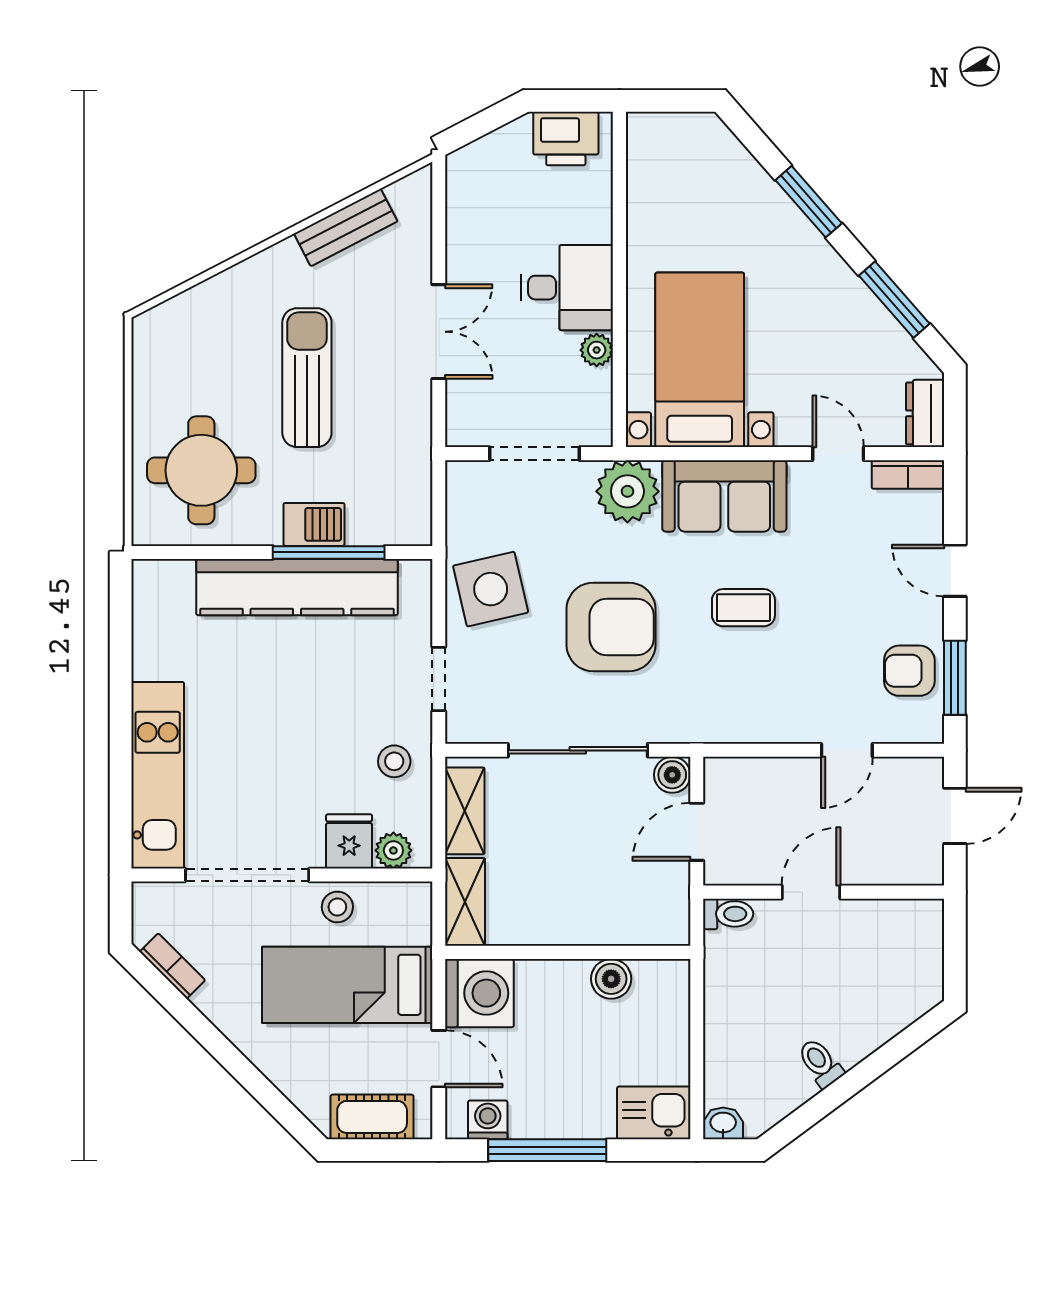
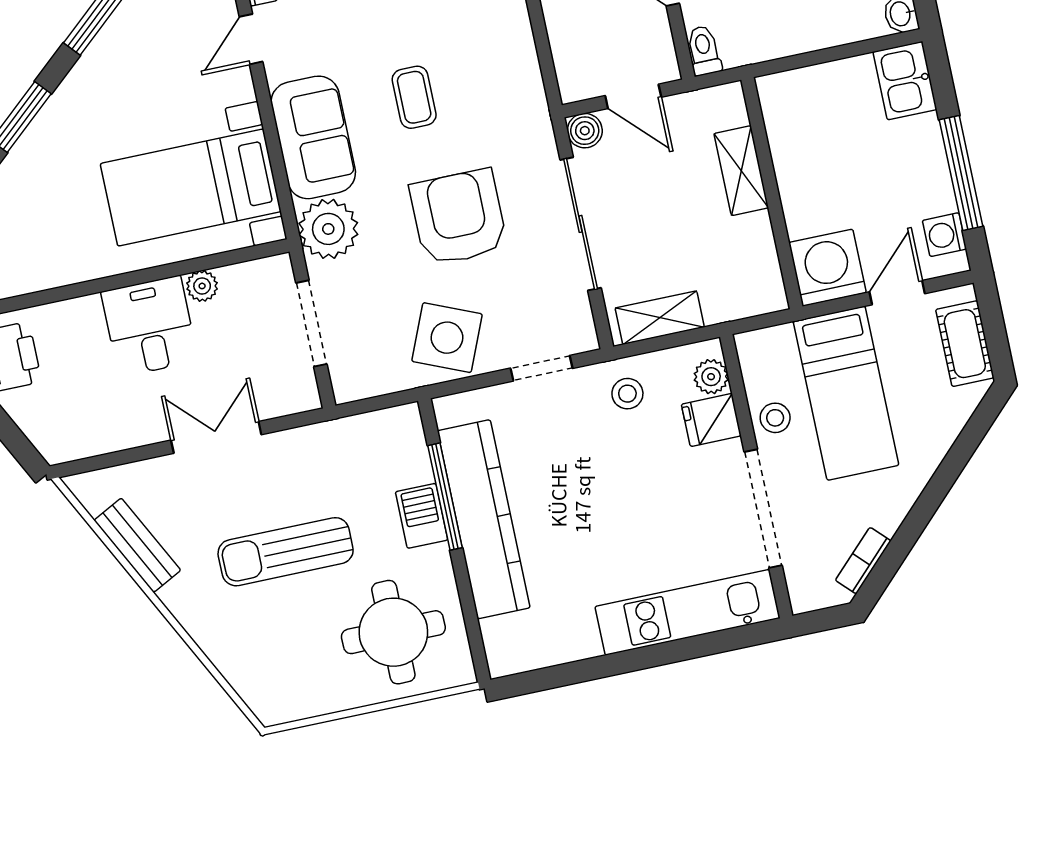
side table: (491, 589) -> (447, 338), turned 36
shelving: (465, 902) -> (741, 171), moved, turned 90
boiler: (611, 979) -> (788, 147), removed

